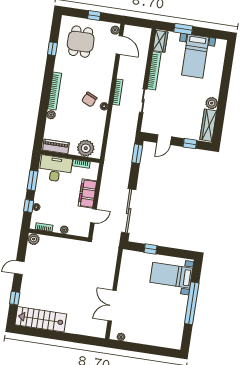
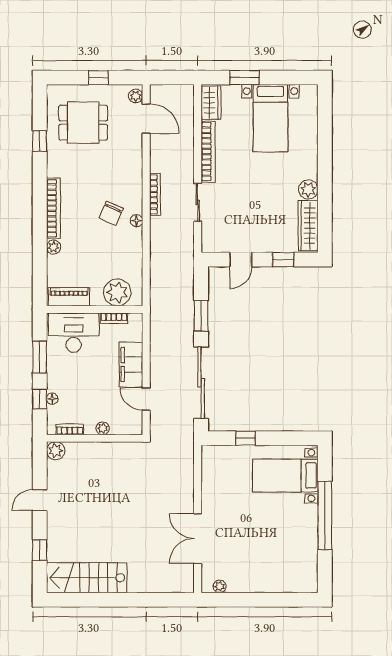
dining table: (81, 42) -> (83, 123), turned 90
window: (137, 154) -> (201, 316), moved
door: (94, 216) -> (146, 399), swing flipped

